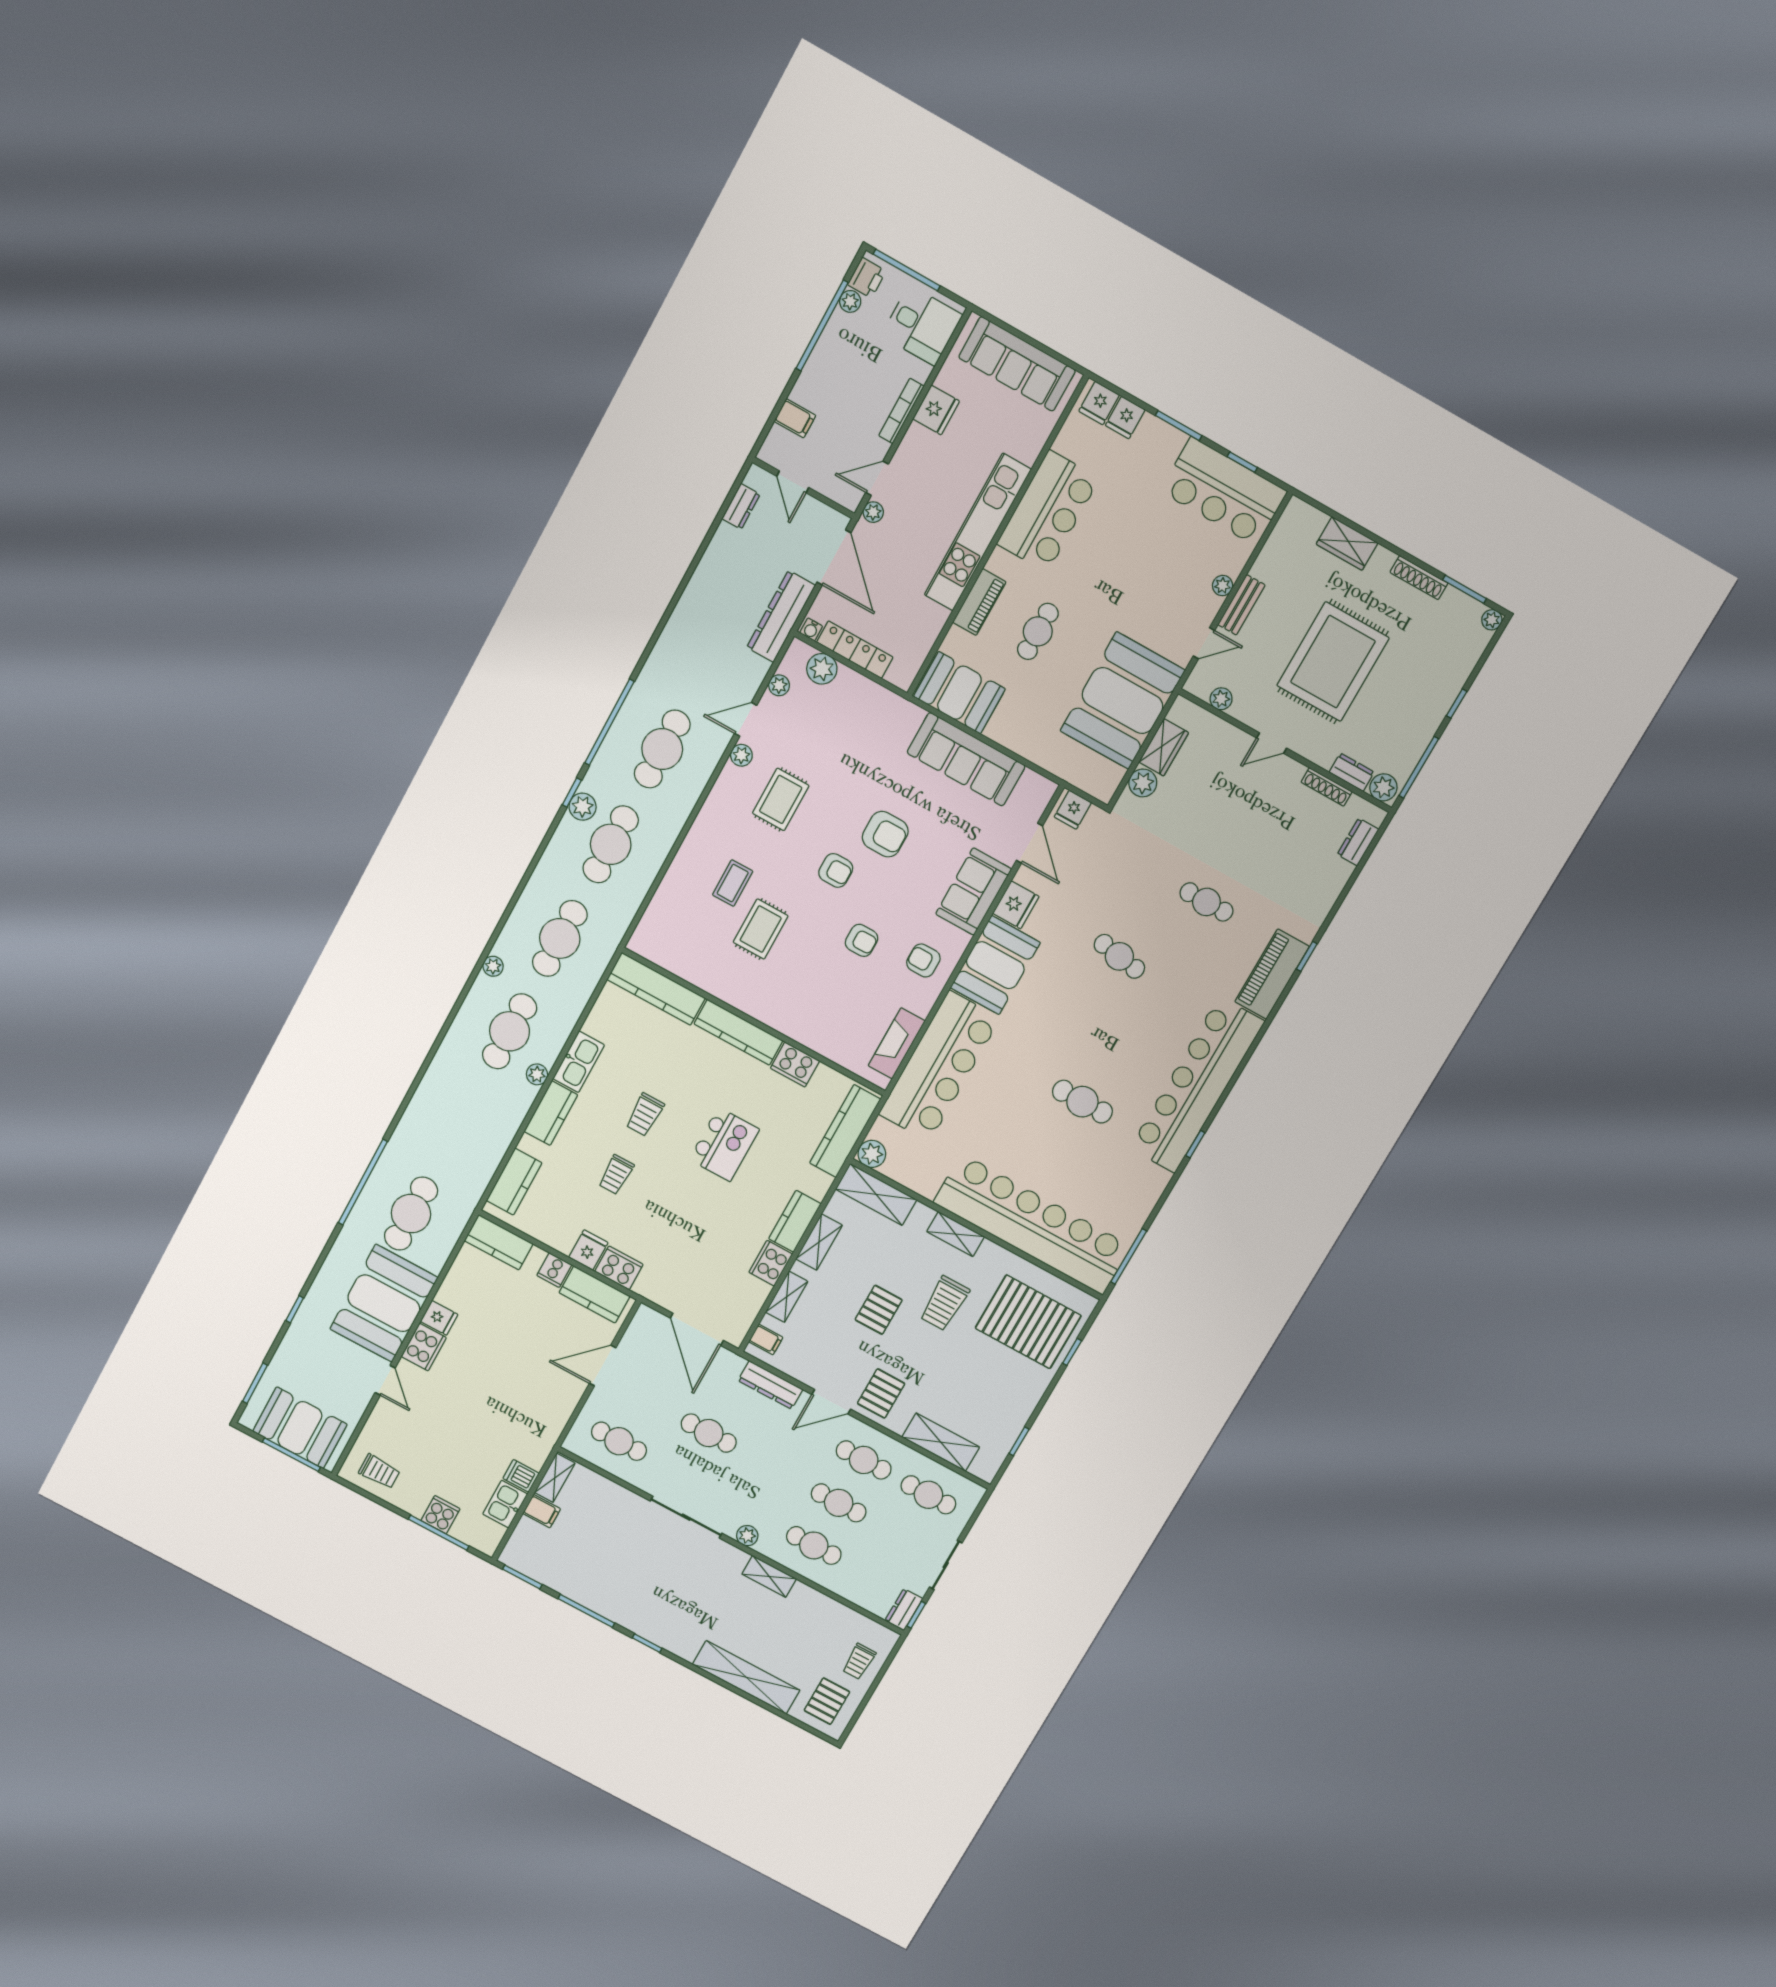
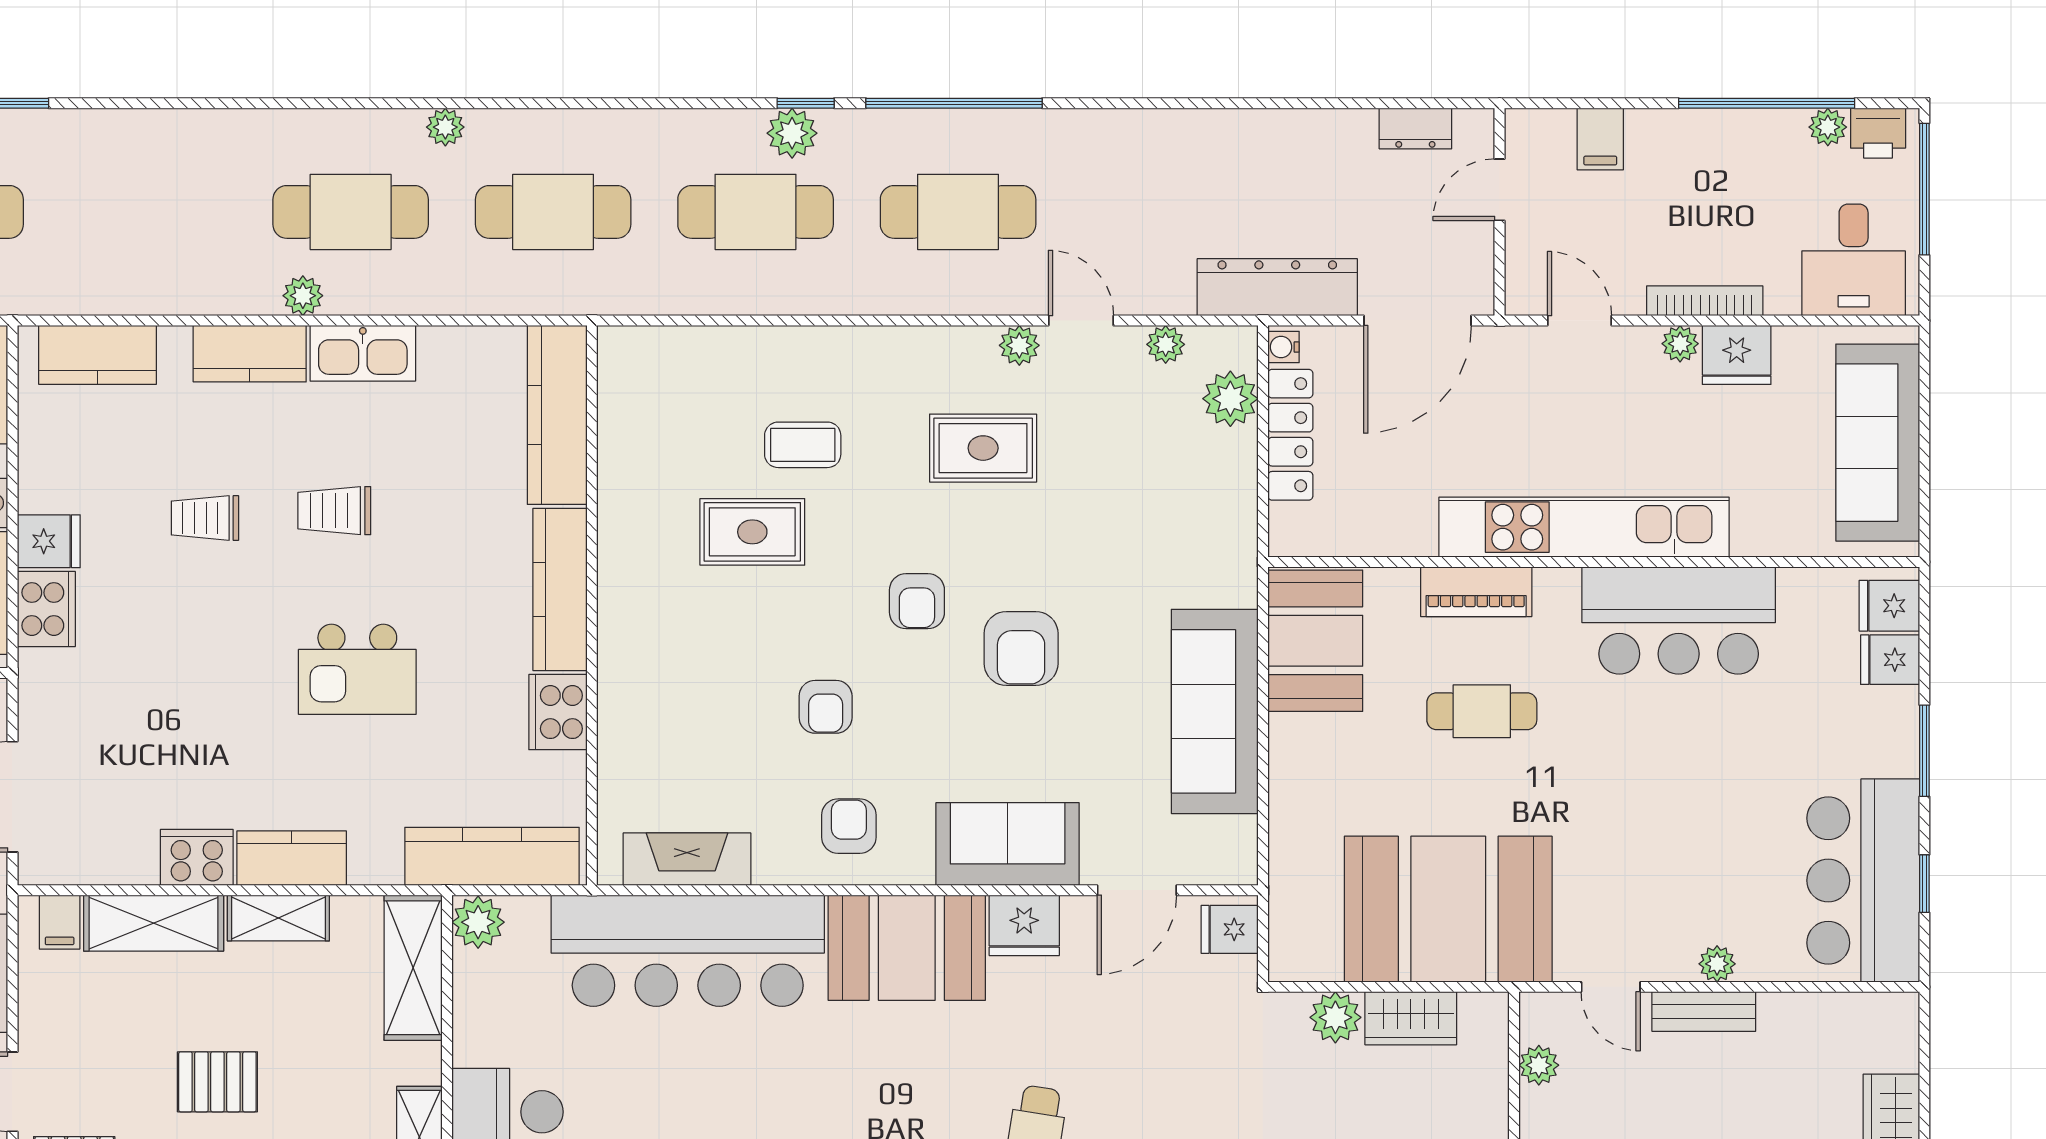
plant: (873, 512) -> (1680, 344), moved
shelving: (787, 1297) -> (154, 923), width x1.50, depth x1.33

